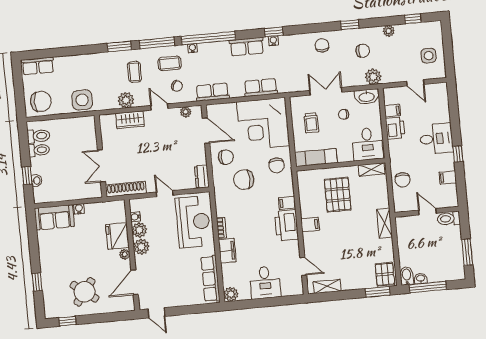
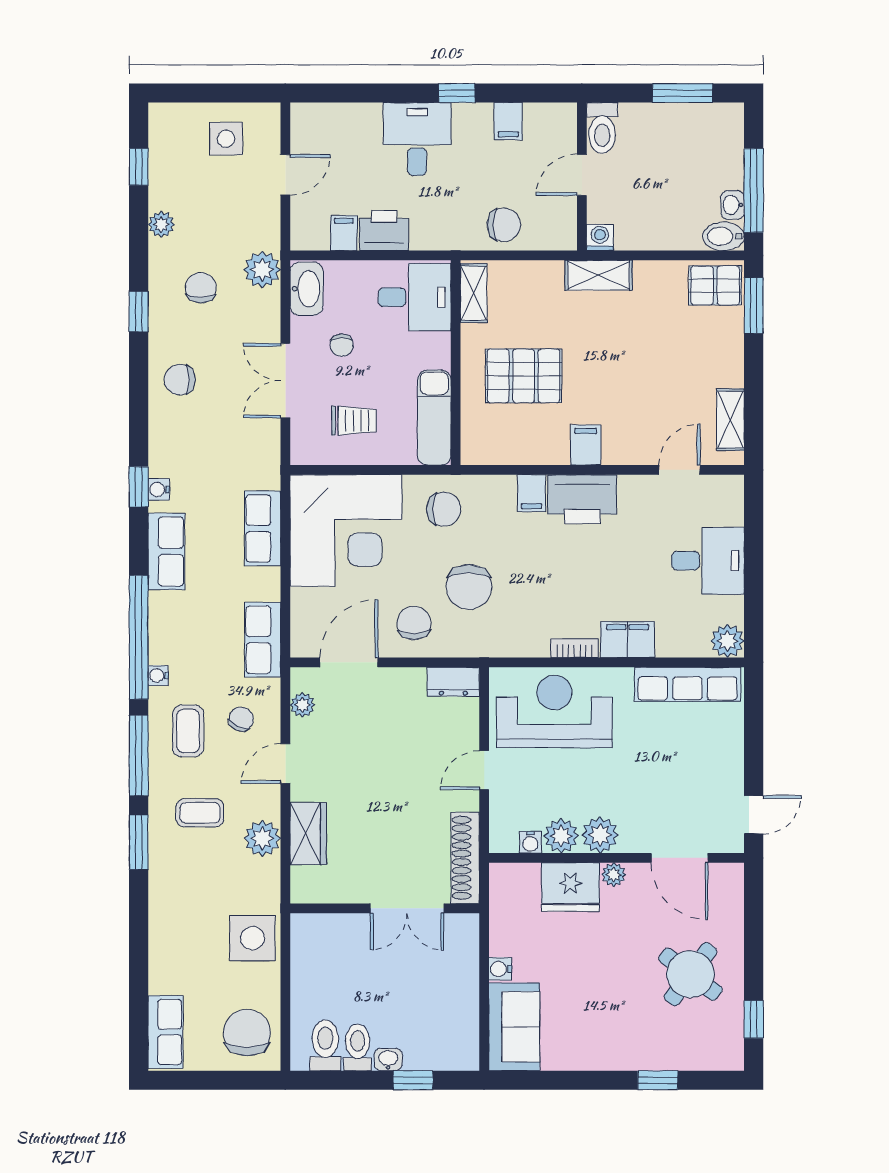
washbasin: (37, 181) -> (388, 1060), moved
washing machine: (401, 222) -> (600, 237), added

